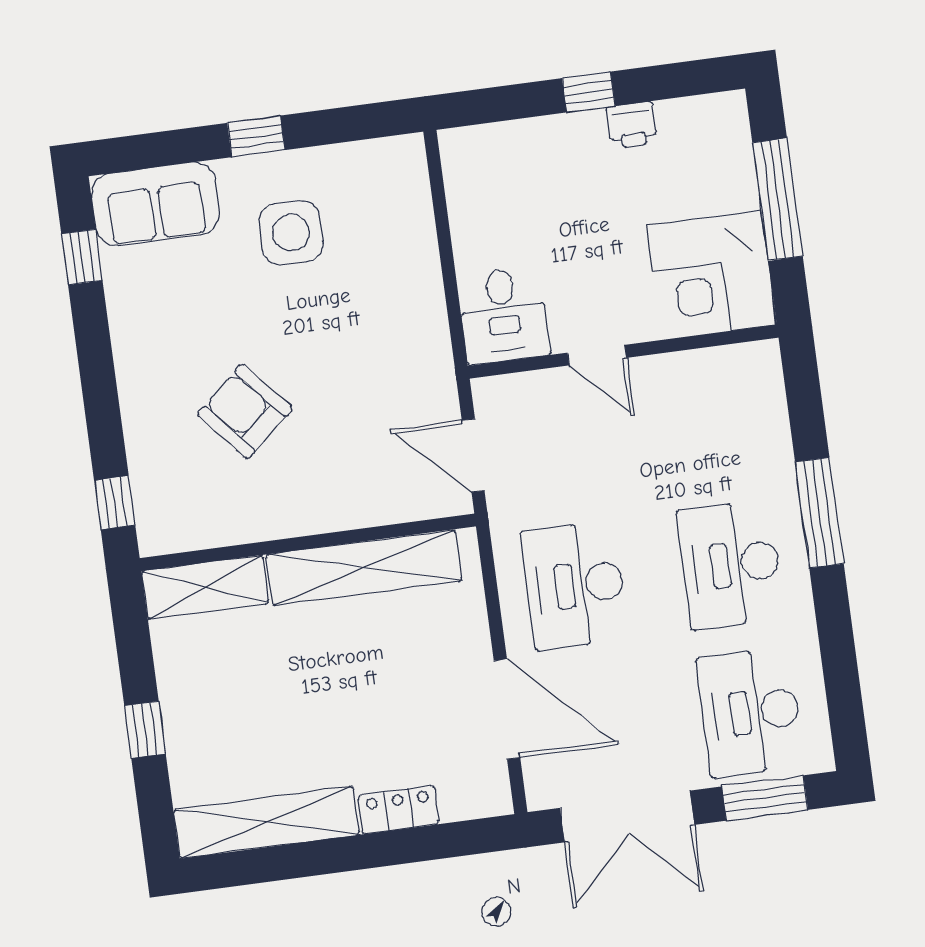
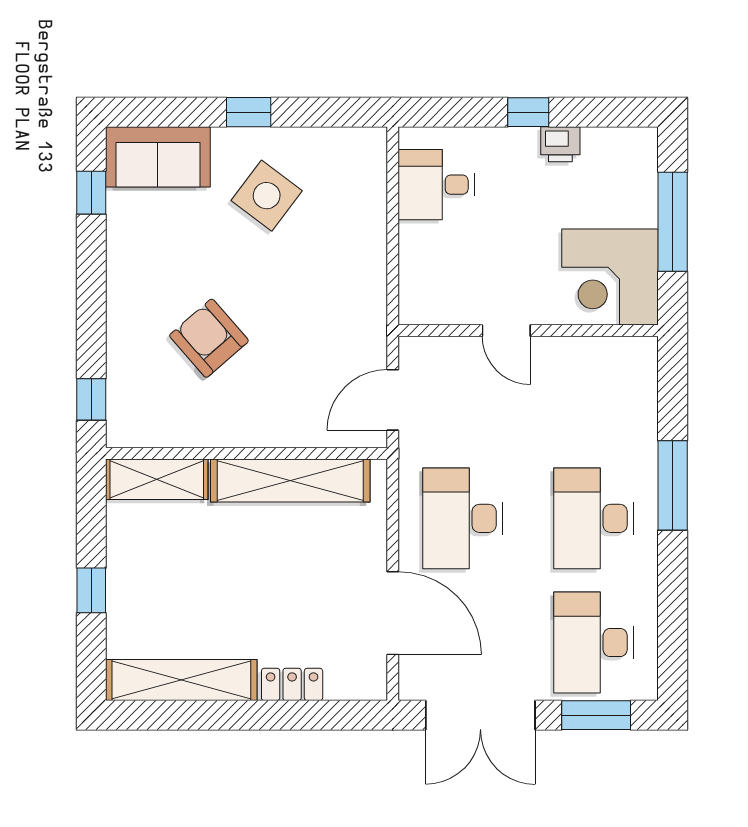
side table: (291, 233) -> (267, 196), turned 37
desk: (504, 315) -> (436, 185), moved, turned 90
door: (473, 456) -> (393, 400), hinge flipped

